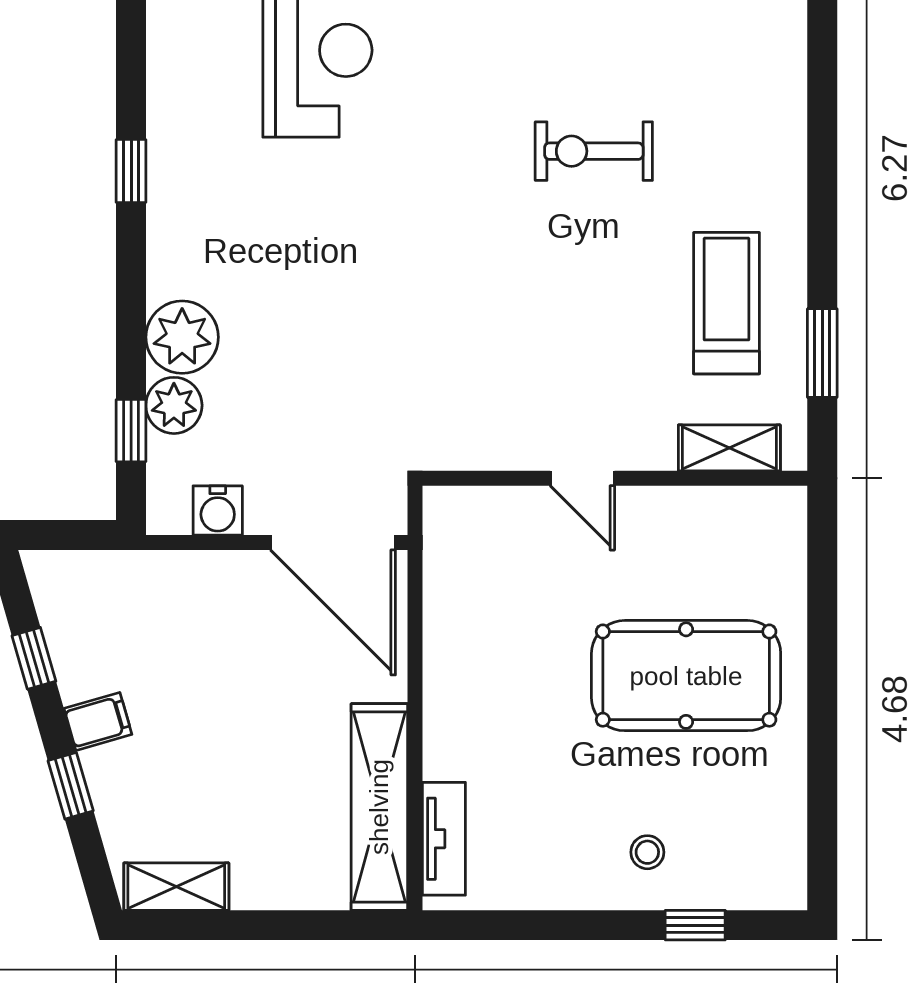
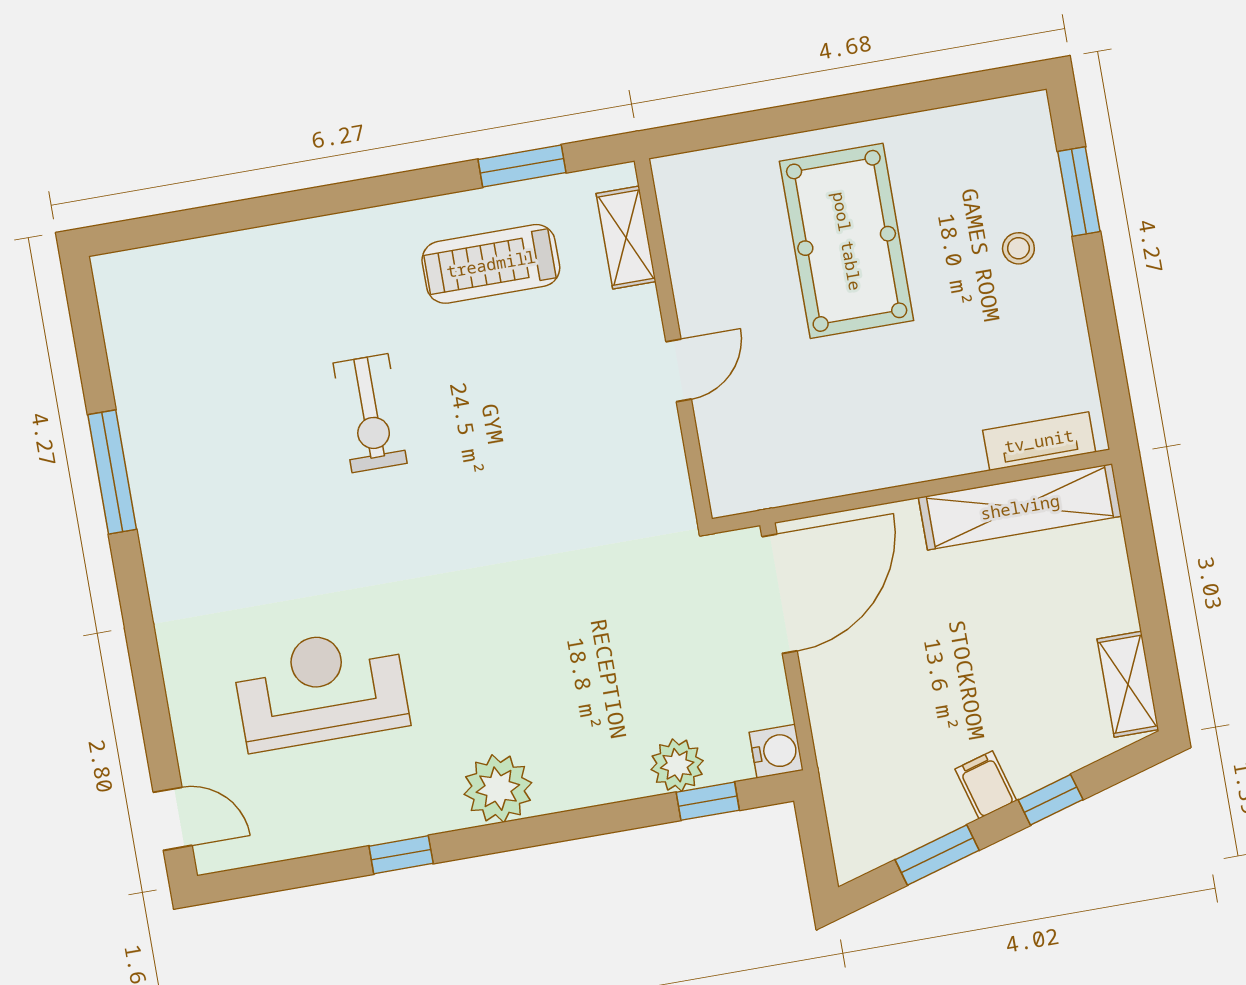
window: (131, 171) -> (401, 855), moved
plant: (182, 337) -> (498, 789), moved
water cooler: (218, 510) -> (776, 751), moved
window: (34, 658) -> (937, 855), width x1.50
window: (695, 925) -> (1079, 191), width x1.50

